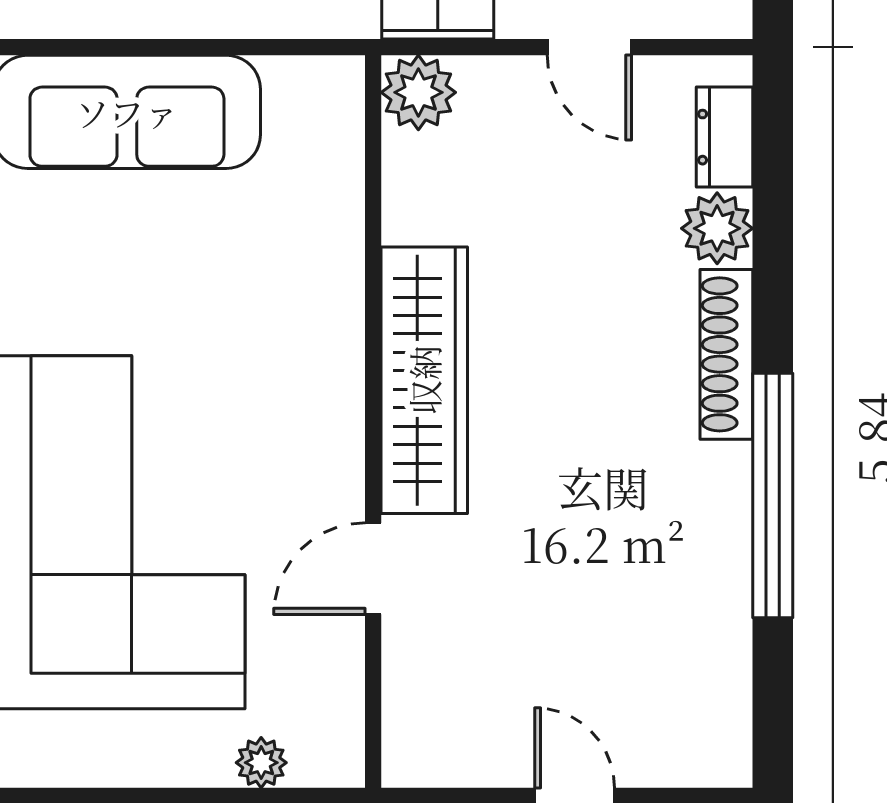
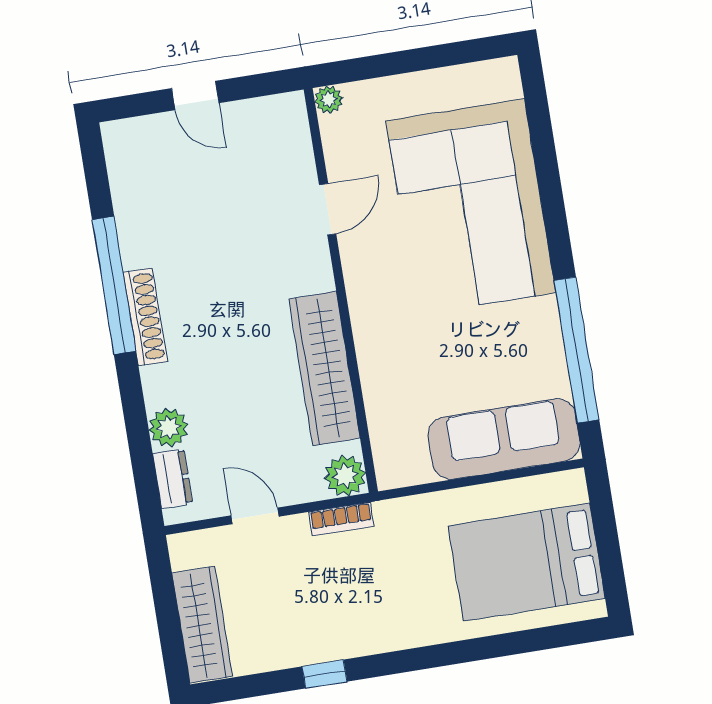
shoe rack: (726, 354) -> (145, 317), moved
wardrobe: (424, 380) -> (325, 369), moved
plant: (261, 763) -> (329, 100), moved

